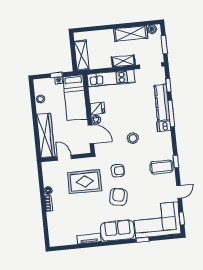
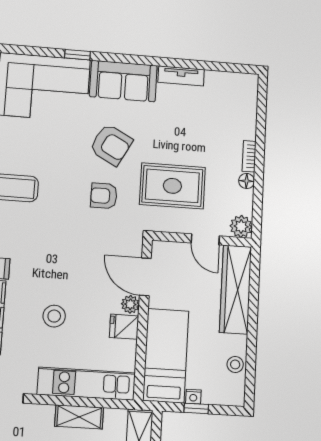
shelving: (123, 61) -> (79, 417), moved
stool: (133, 138) -> (54, 316), moved
plant: (47, 167) -> (241, 226), added
armchair: (118, 197) -> (111, 145), turned -72

